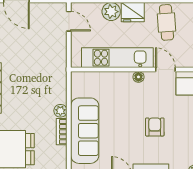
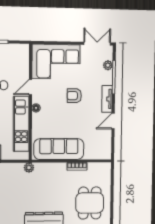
plant: (60, 111) -> (29, 168), moved
sofa: (85, 131) -> (59, 149), moved

